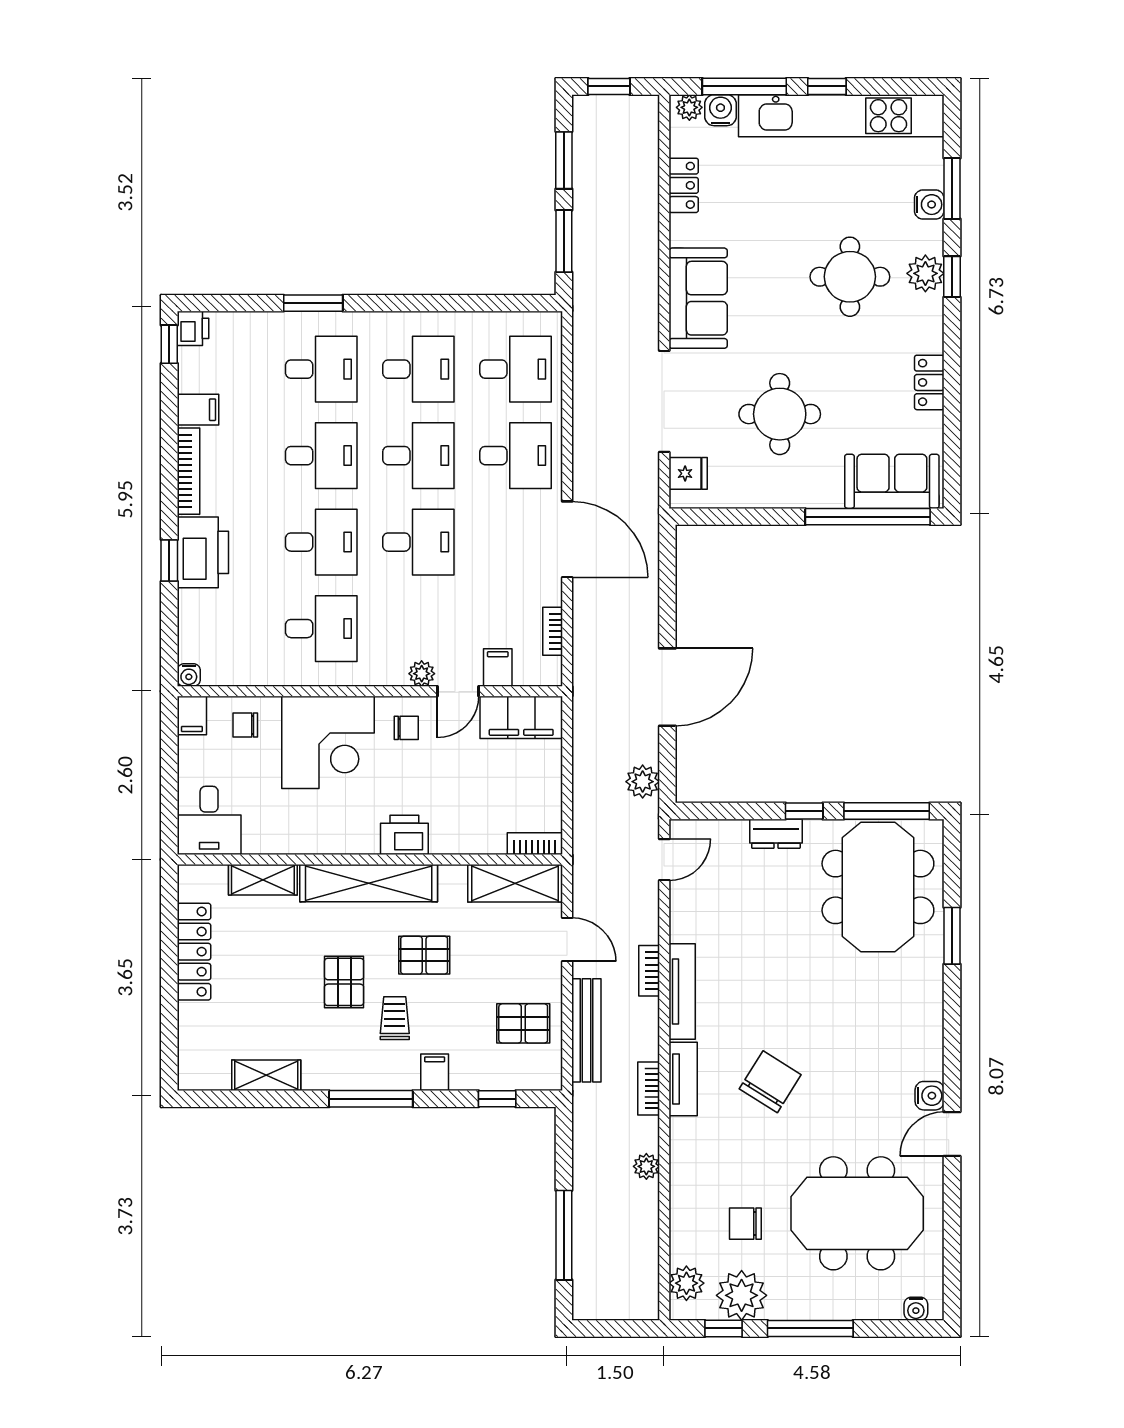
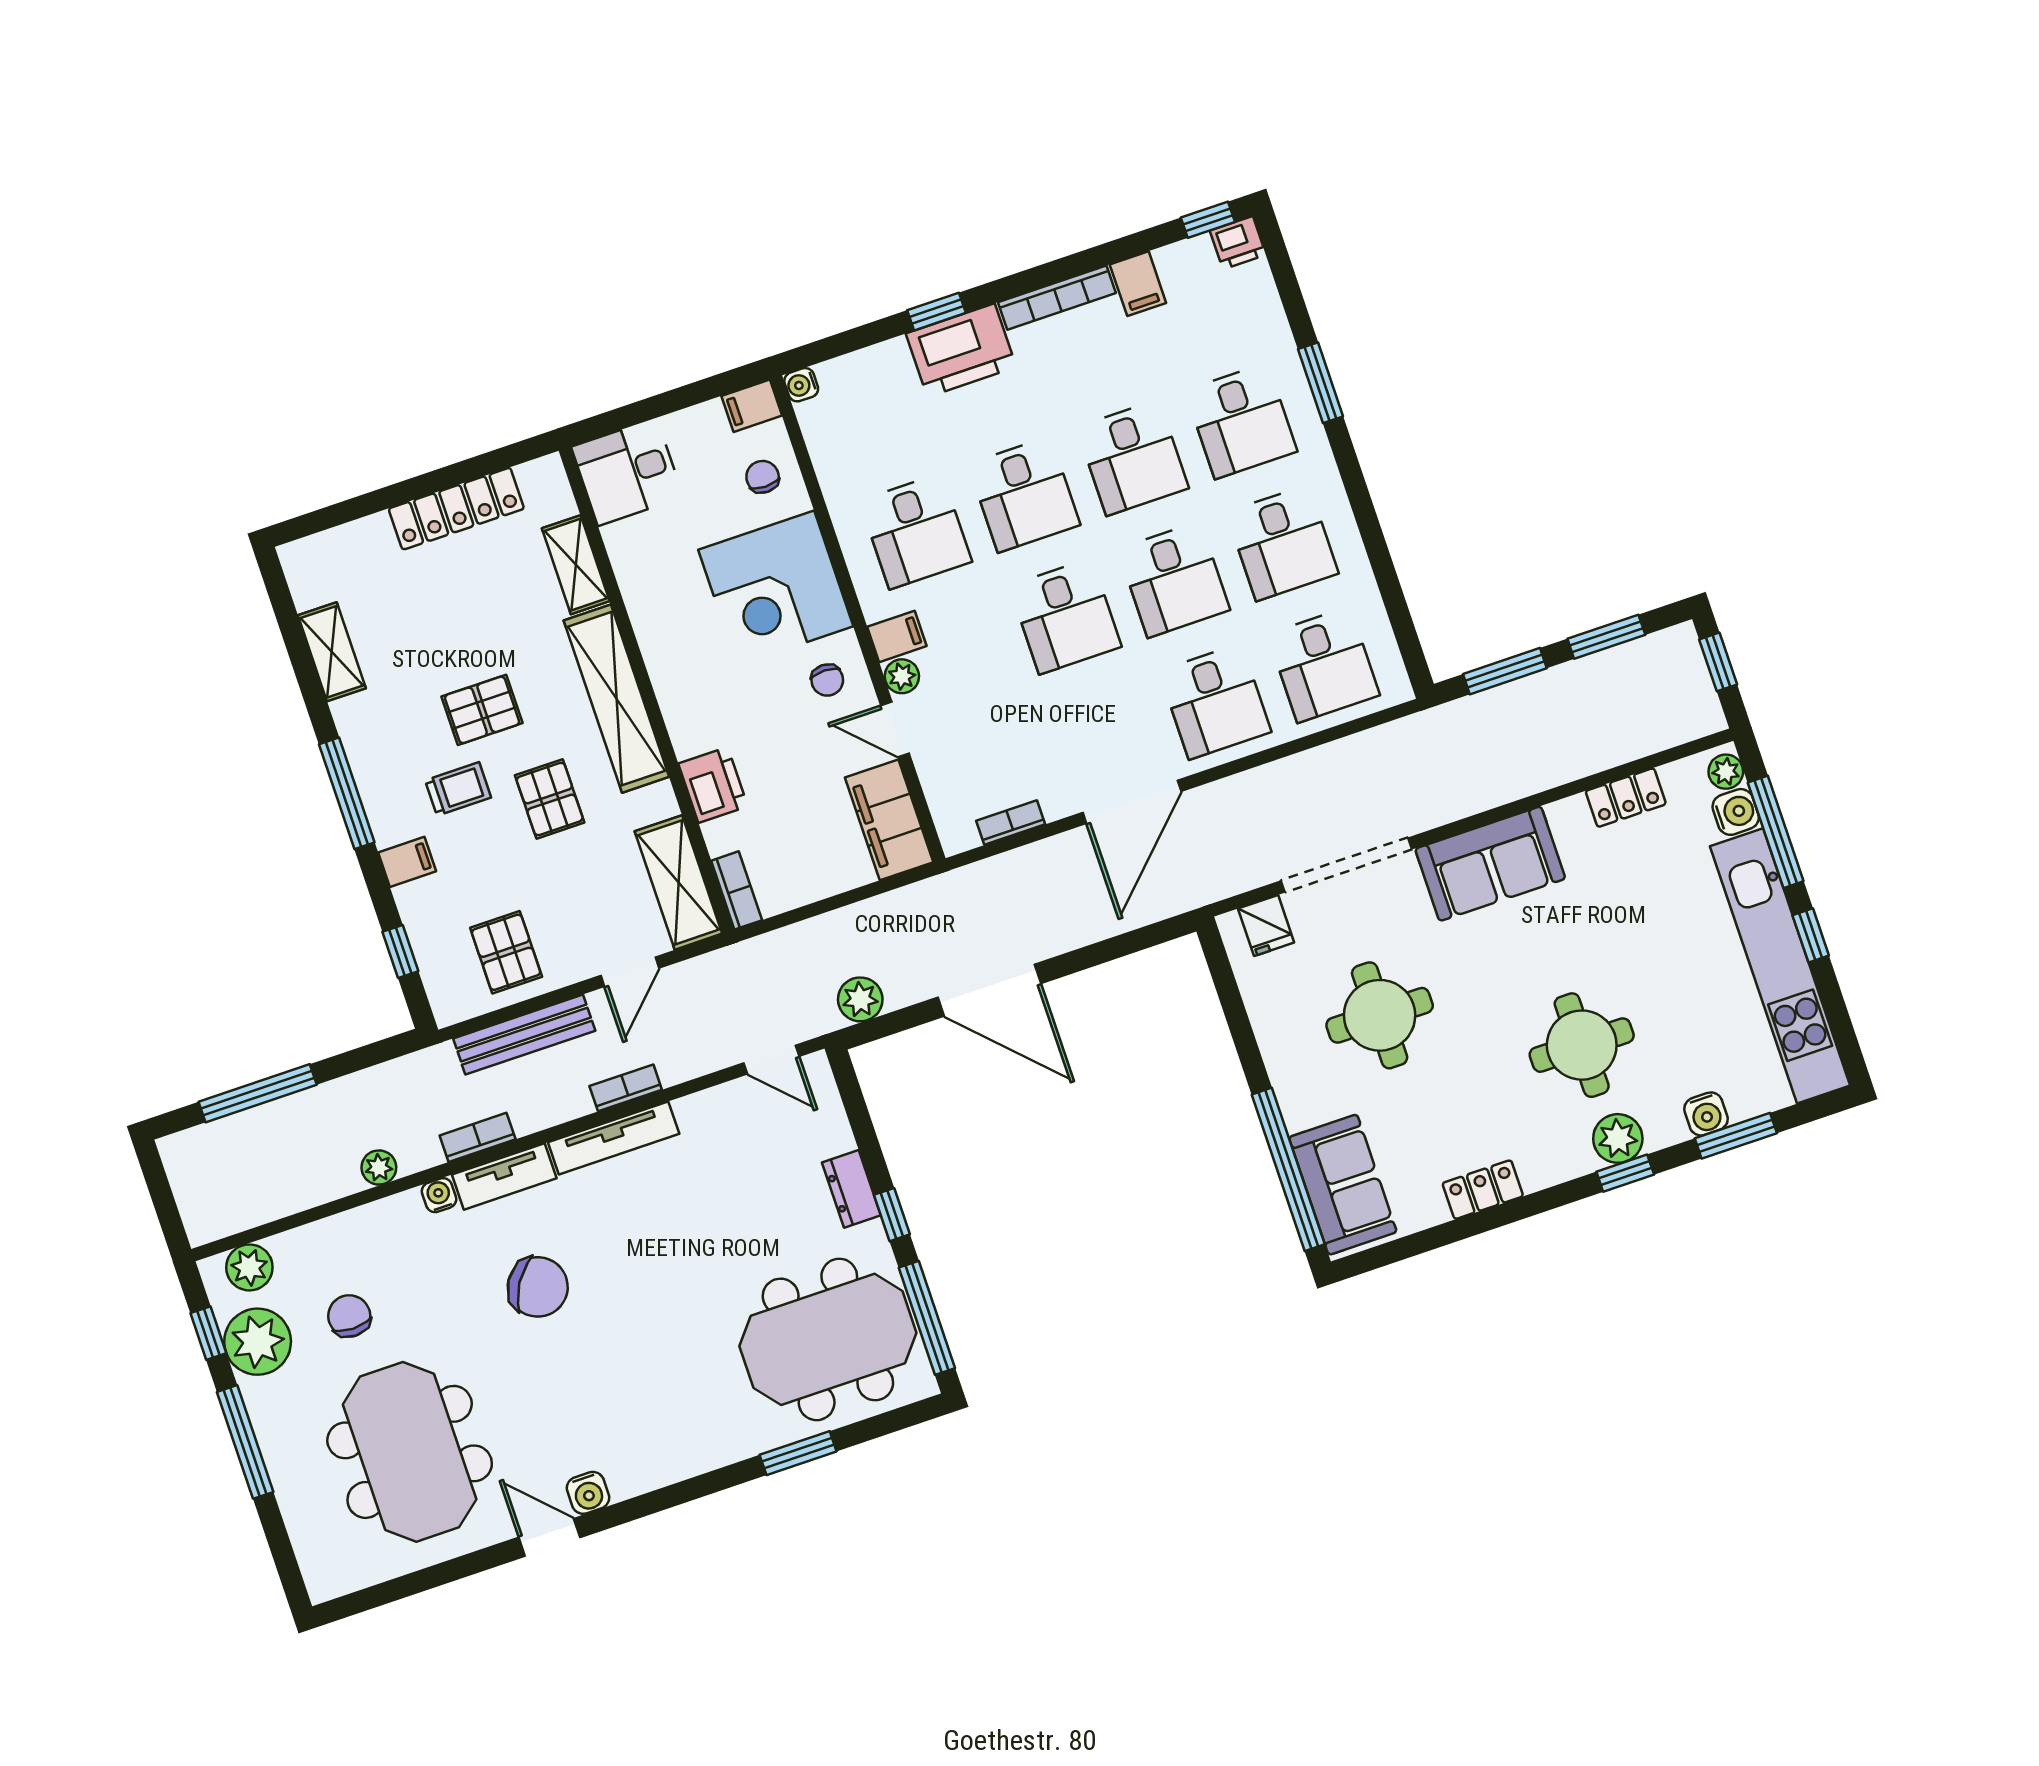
filing cabinet: (498, 667) -> (897, 636), moved
printer: (404, 835) -> (713, 785), moved
water cooler: (916, 1309) -> (439, 1195), moved, turned 90

